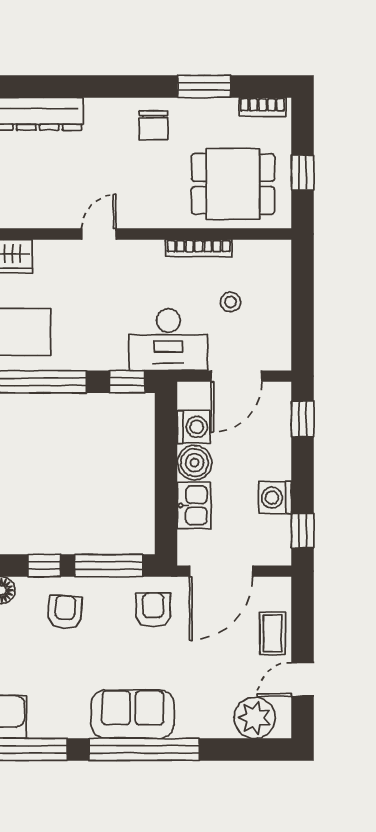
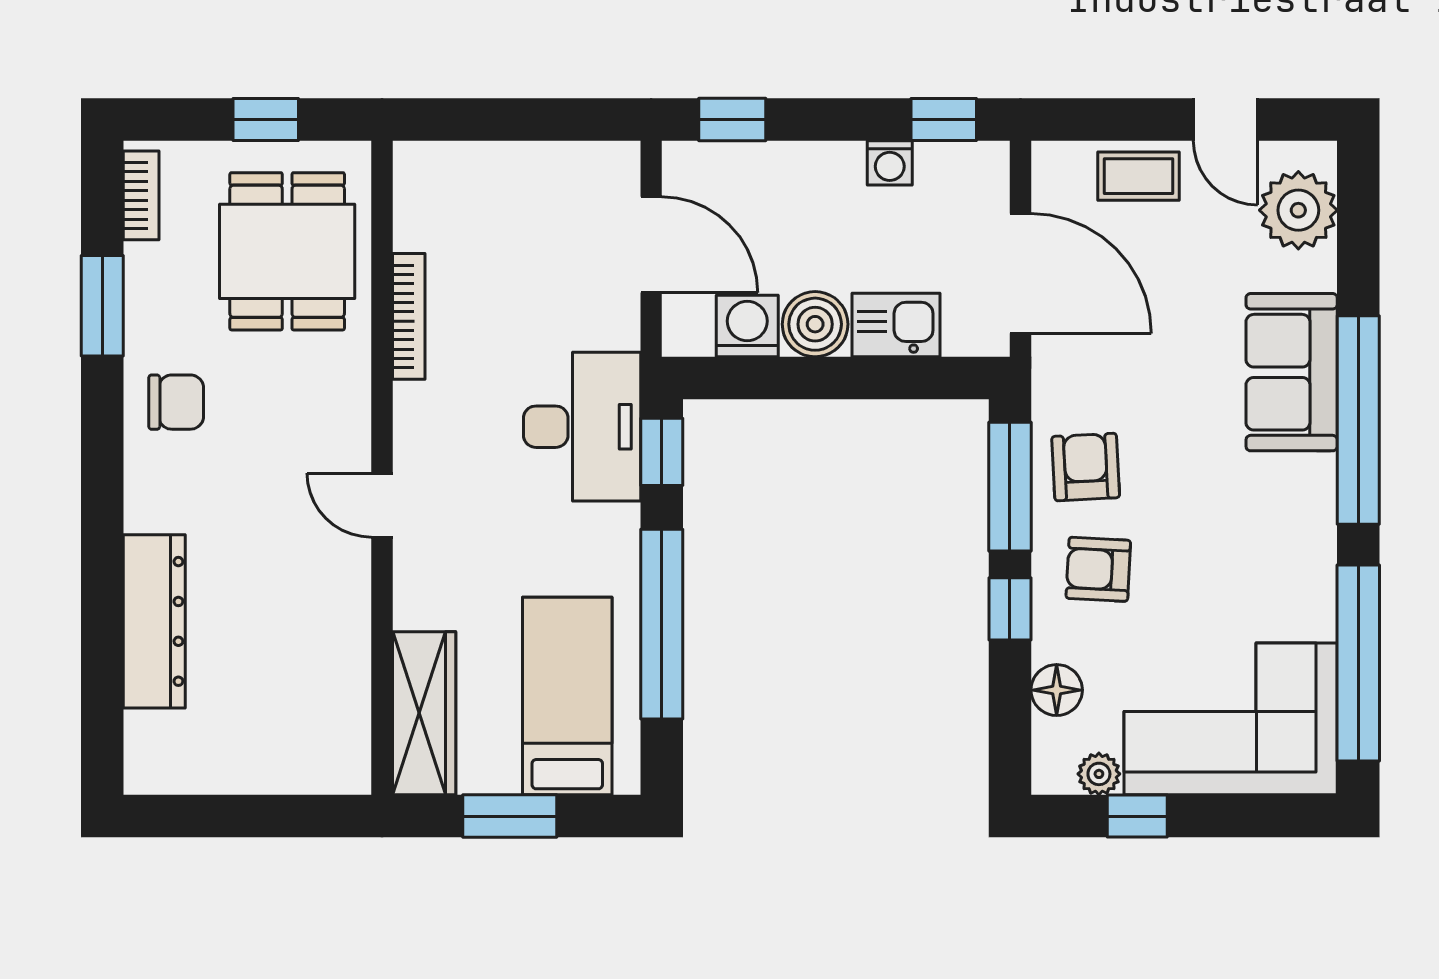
stool: (231, 302) -> (510, 256), removed
desk: (168, 340) -> (582, 427), moved
washing machine: (275, 498) -> (890, 163), width x0.73, depth x0.73
armchair: (153, 610) -> (1086, 467), moved, turned 87
sofa: (133, 714) -> (1292, 372), moved

